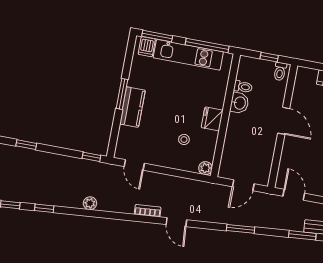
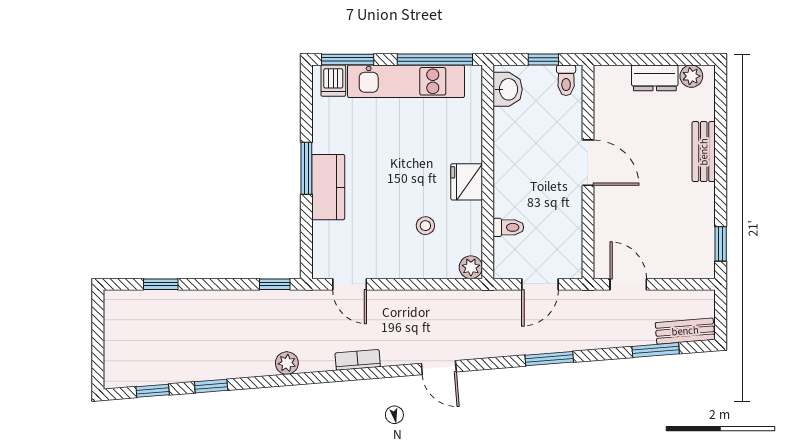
toilet: (243, 87) -> (508, 227), moved
washbasin: (239, 103) -> (508, 89), moved
bookcase: (148, 211) -> (358, 360), moved

